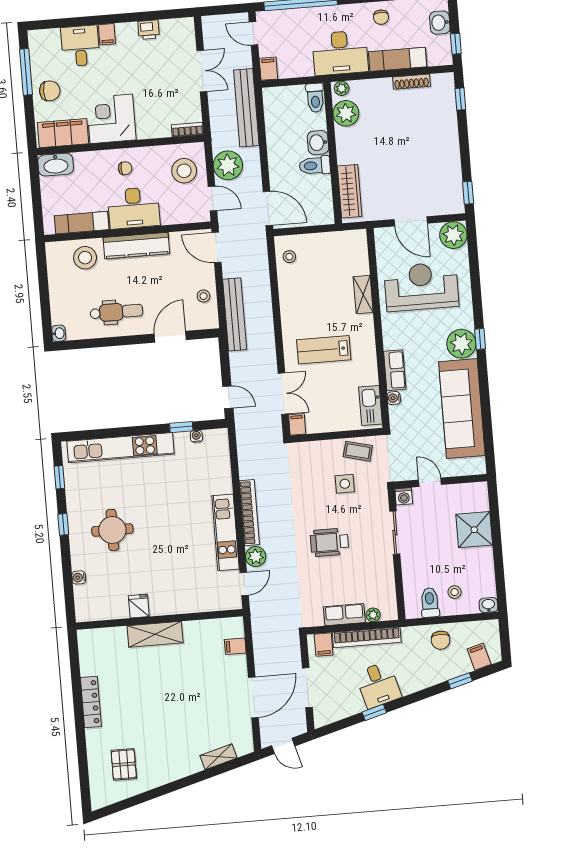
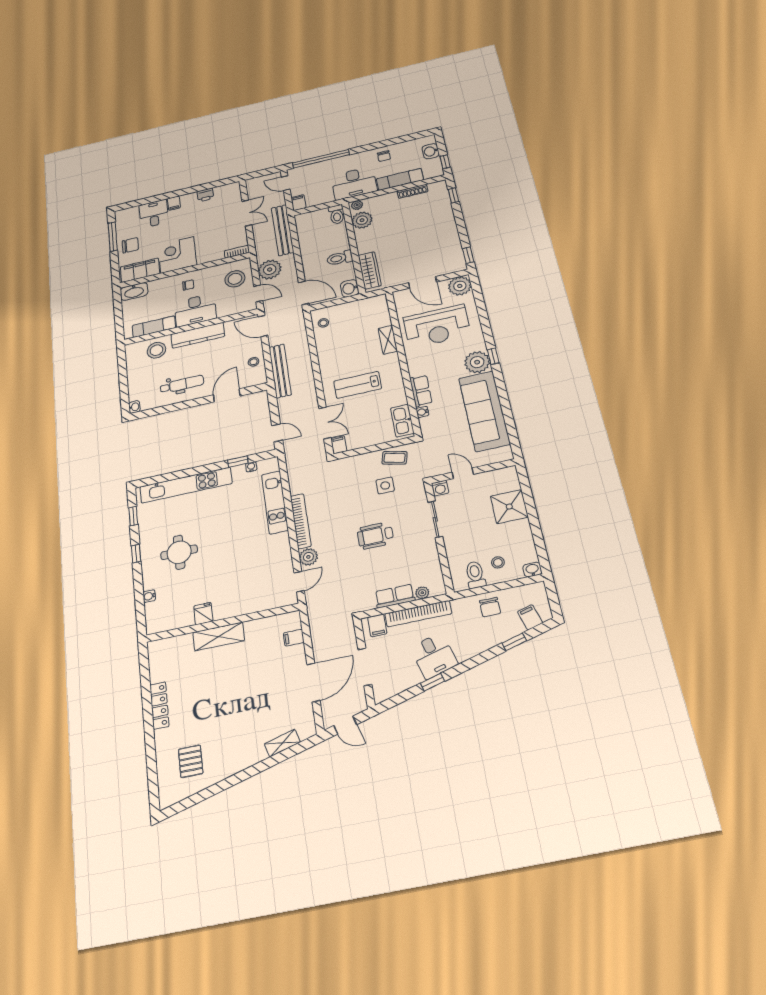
washbasin: (318, 143) -> (350, 288), moved
reception desk: (421, 287) -> (437, 326), turned 180
kitchen unit: (226, 532) -> (275, 502), moved

